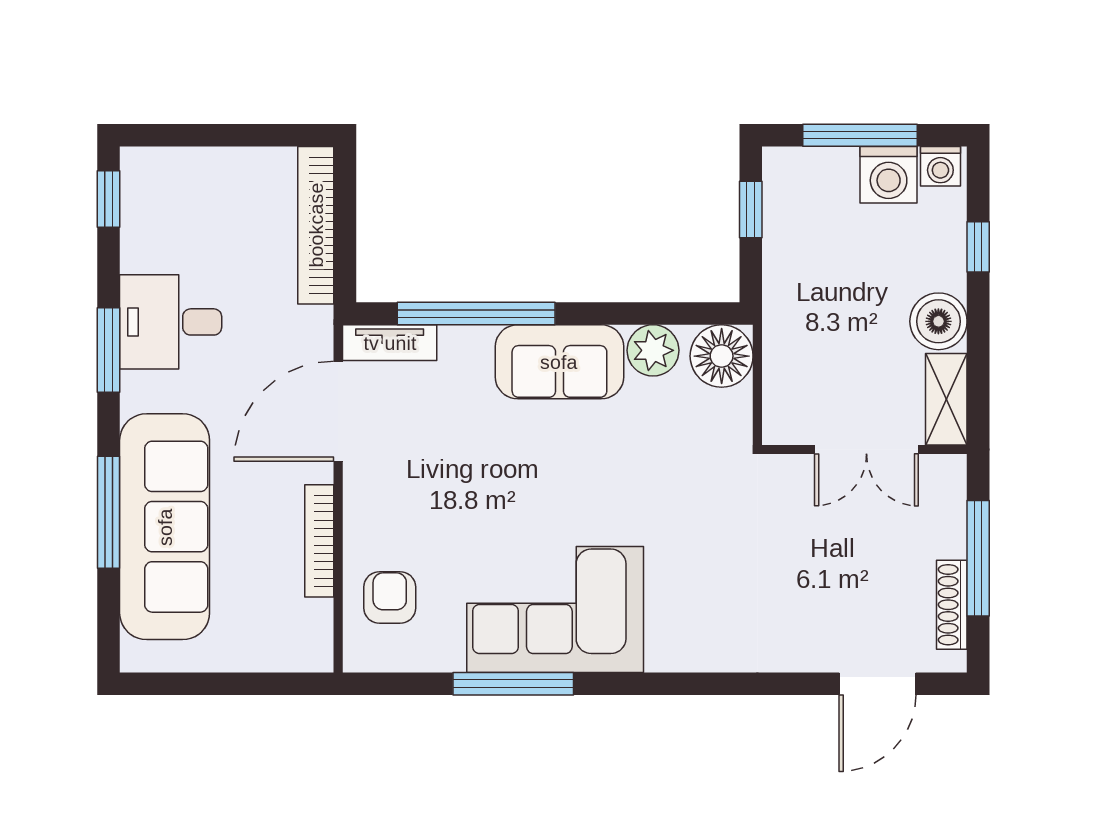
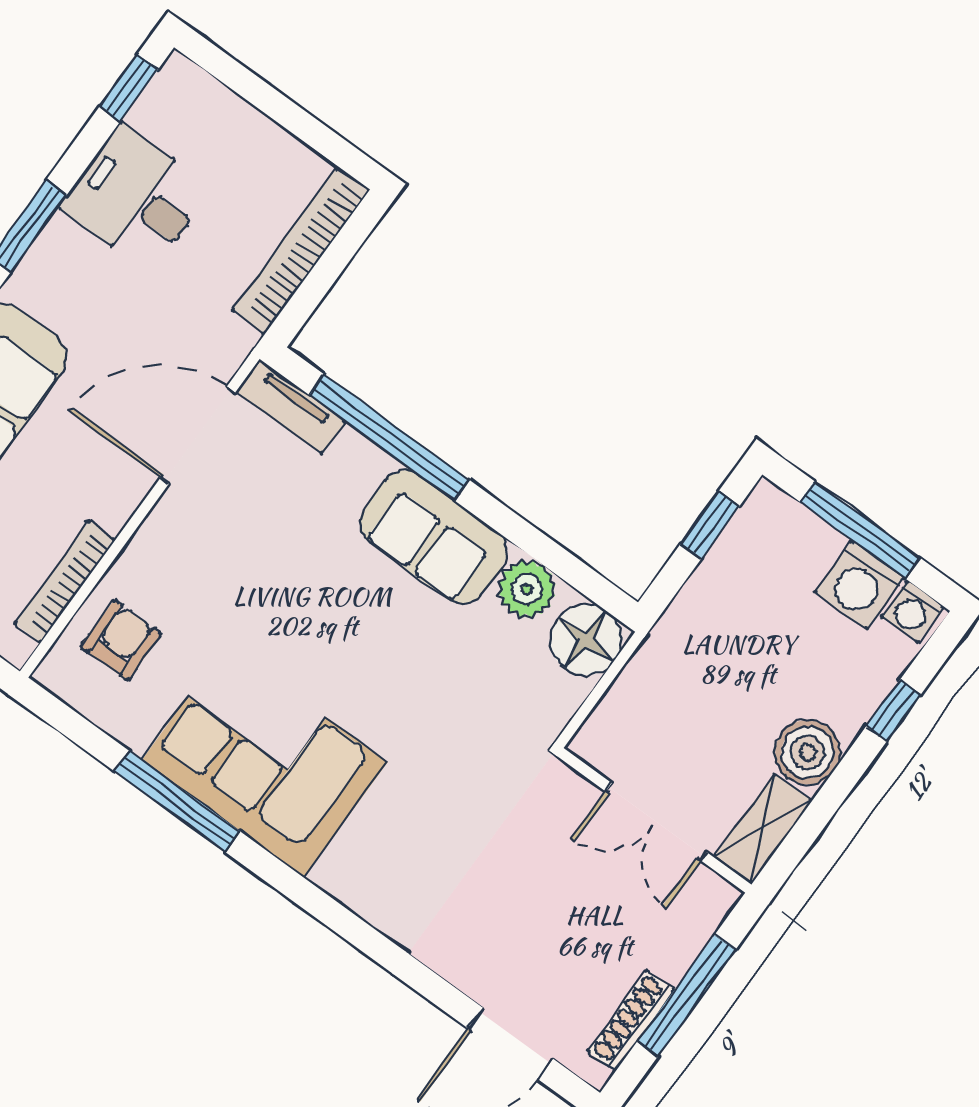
desk: (171, 322) -> (136, 198), moved
bookcase: (319, 541) -> (65, 582), moved

